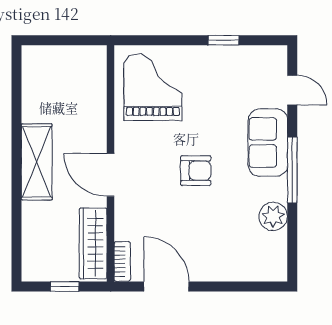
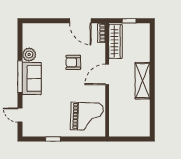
grand piano: (153, 87) -> (87, 116), turned -88
sofa: (268, 143) -> (32, 79), moved
armchair: (196, 171) -> (73, 62), moved
door: (111, 175) -> (107, 74), swing flipped

